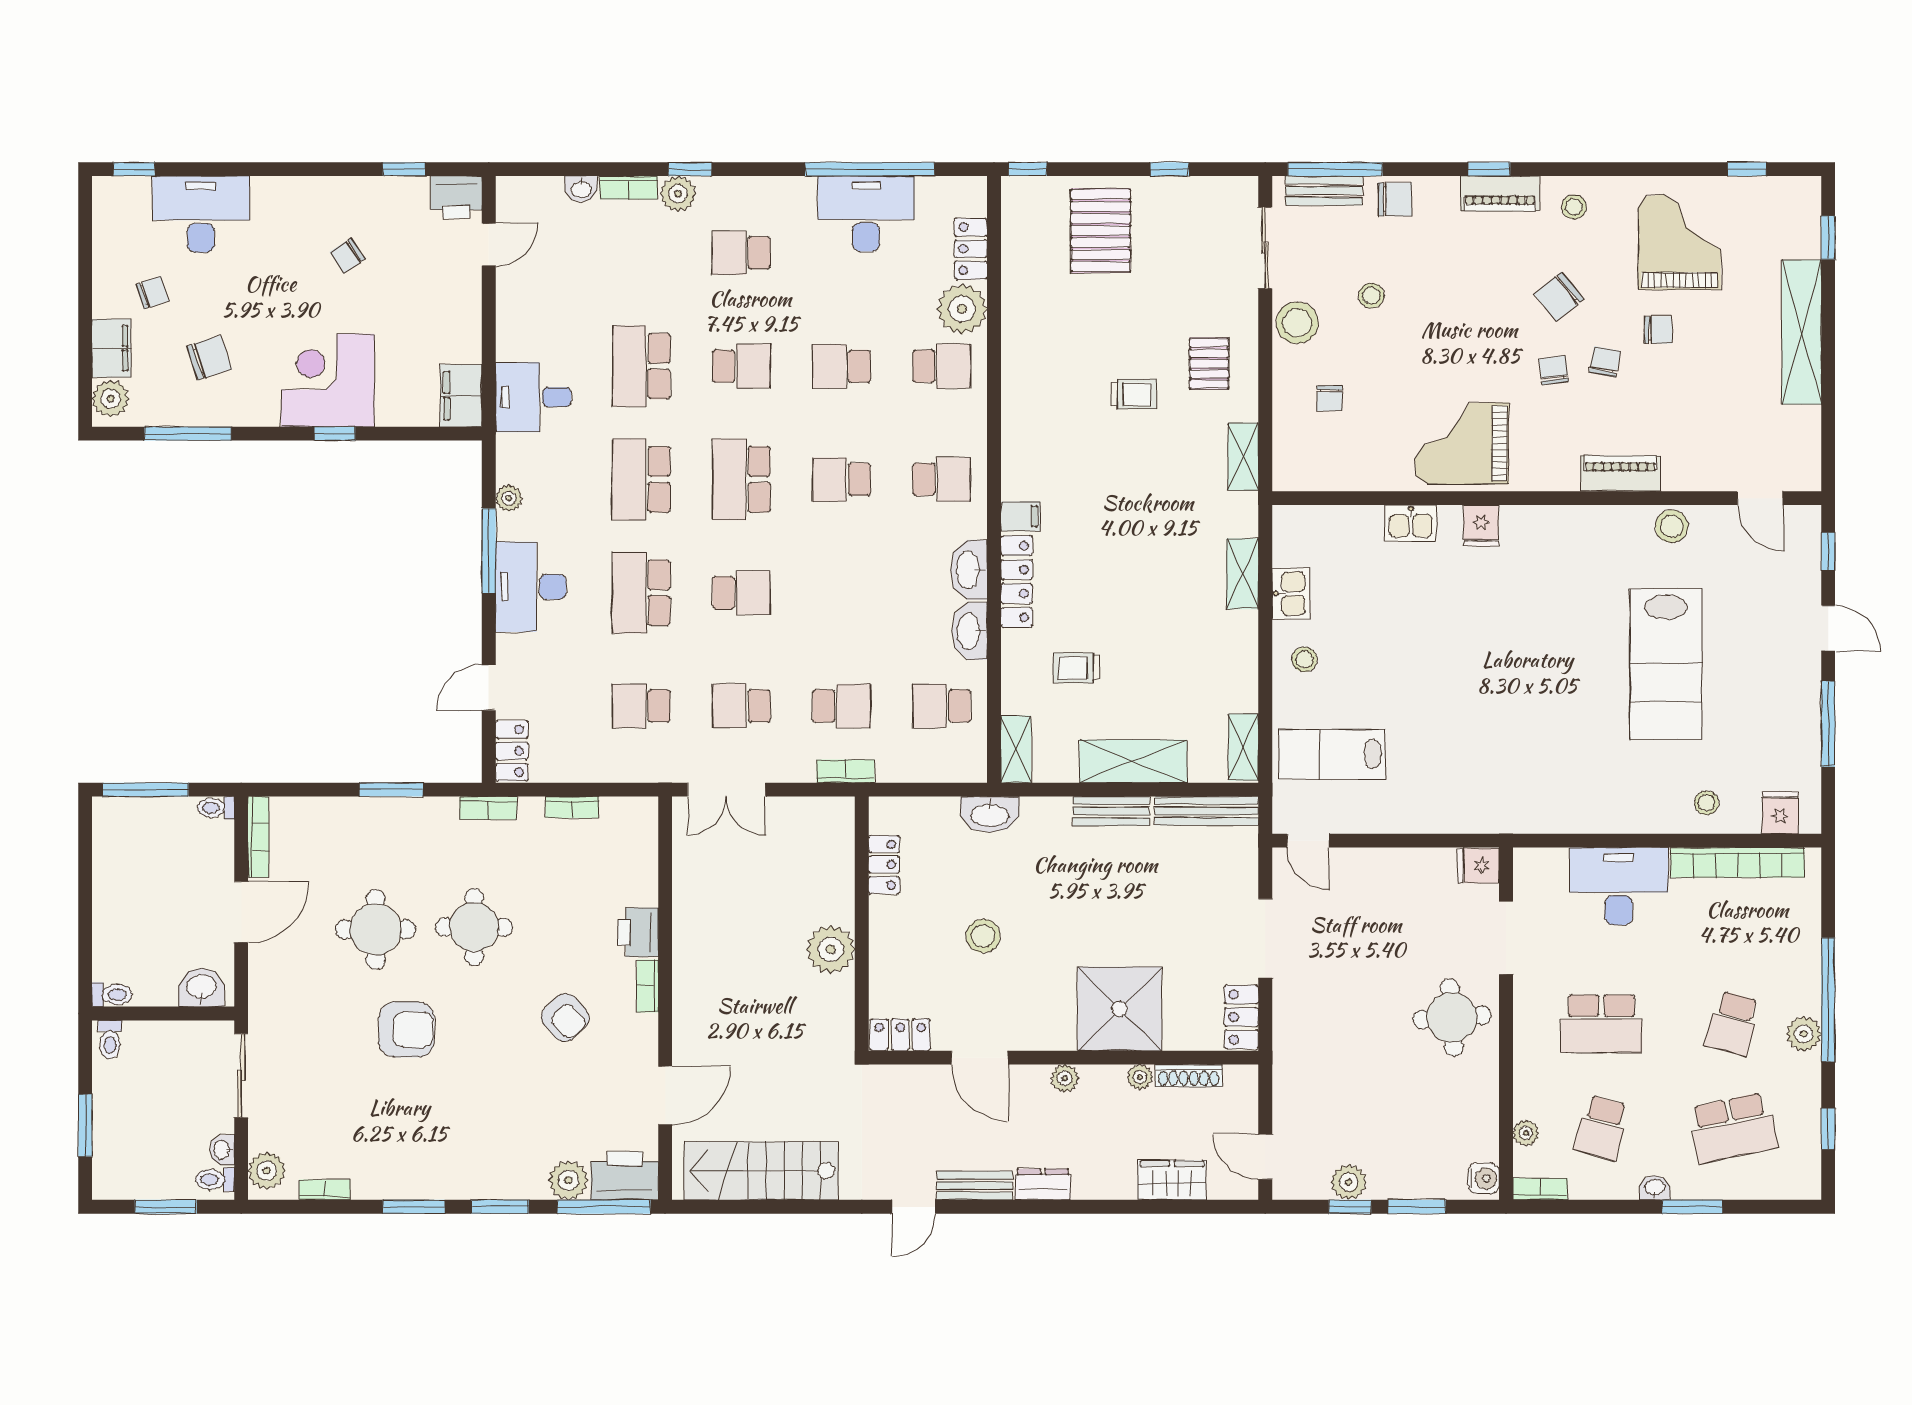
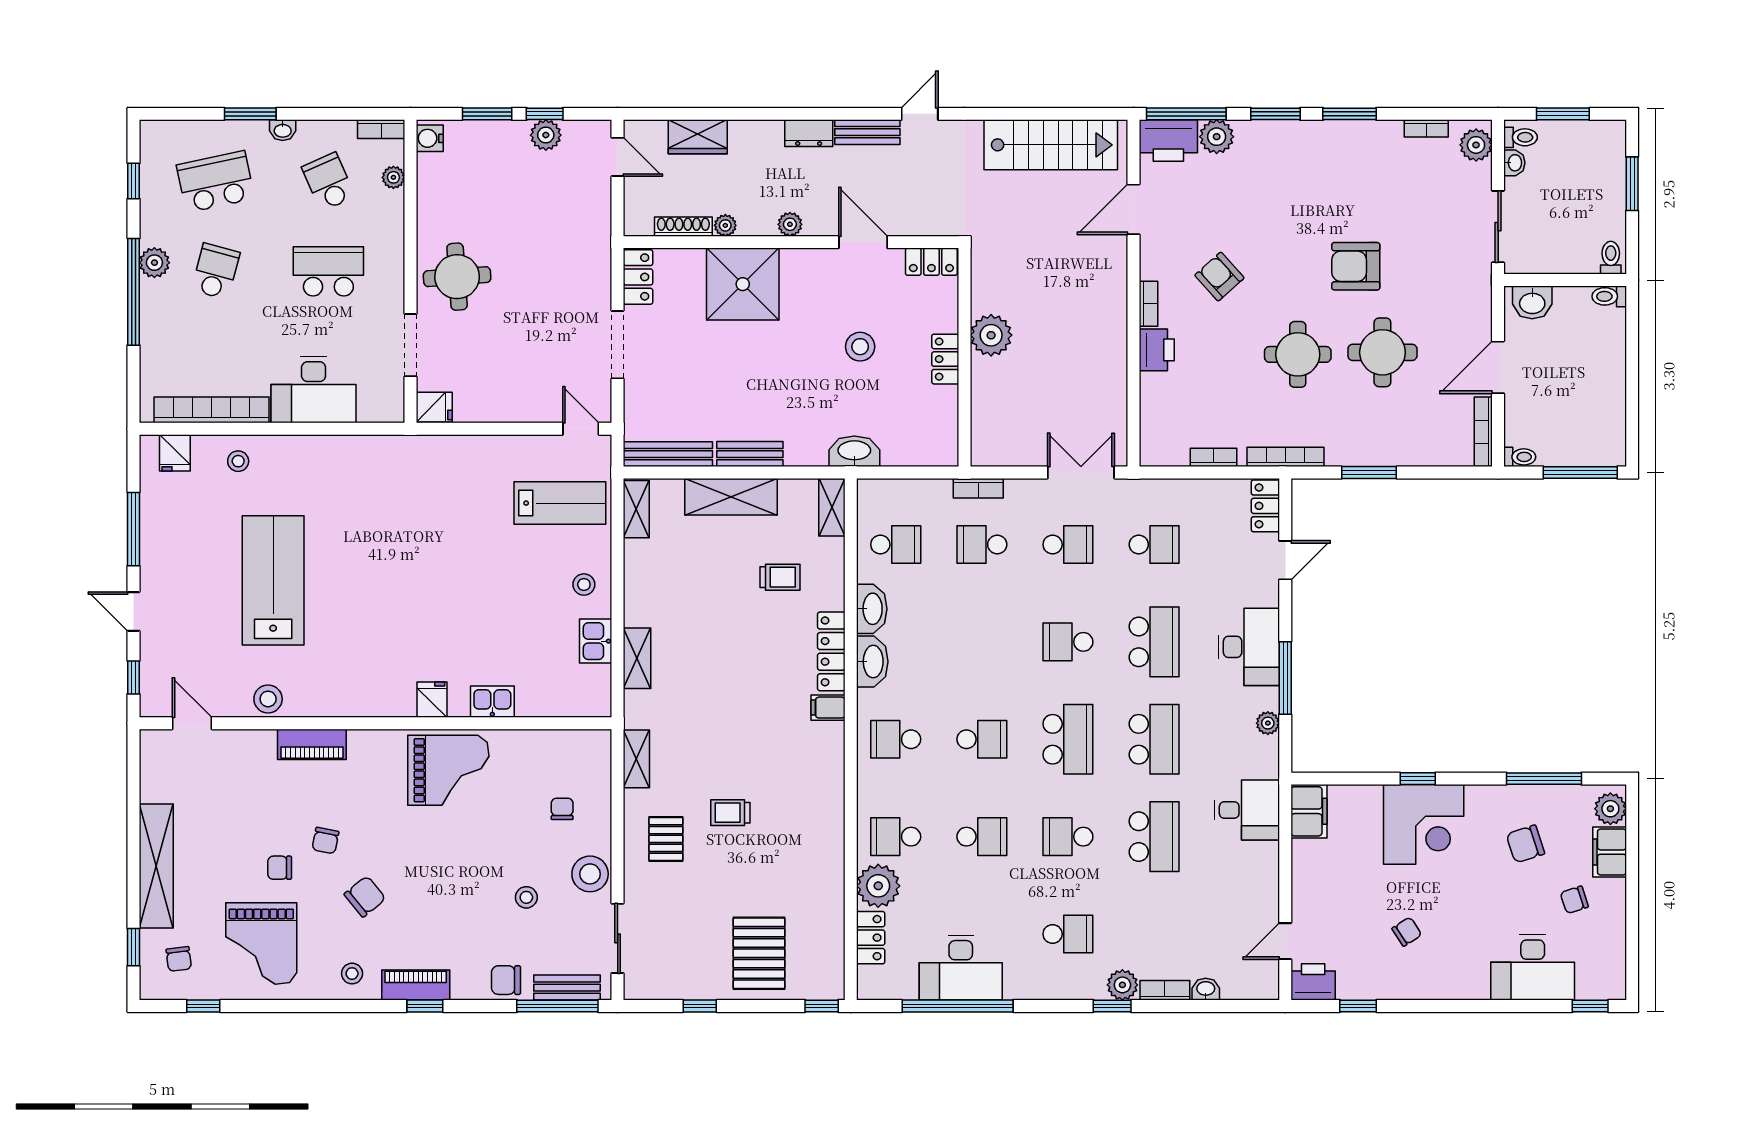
chair: (1554, 370) -> (179, 959), moved
bookcase: (488, 808) -> (1286, 457), width x1.56
locker: (884, 865) -> (945, 359), moved
school desk: (1601, 1128) -> (328, 182), turned -39

